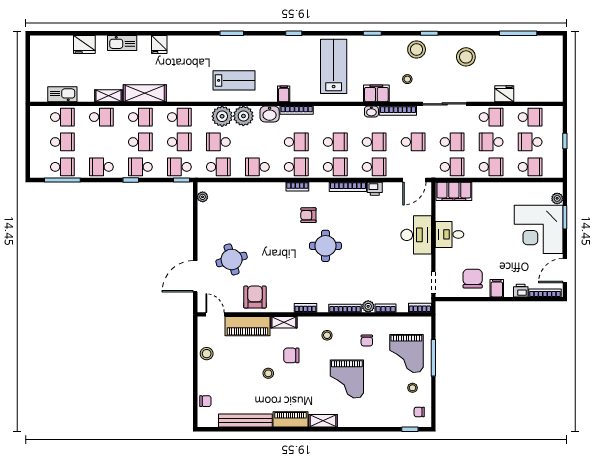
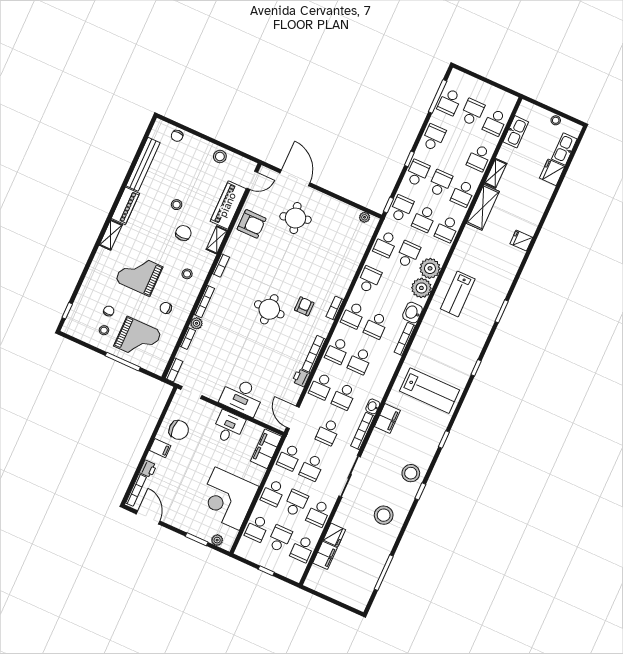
kitchen sink: (122, 43) -> (564, 149), moved
stool: (407, 79) -> (556, 120), moved
filing cabinet: (284, 94) -> (325, 555), moved, width x2.00
school desk: (62, 142) -> (472, 112), turned 180
school desk: (140, 142) -> (440, 183), turned 180
corner desk: (539, 229) -> (227, 499), moved, turned -90
grand piano: (406, 353) -> (138, 339), turned 180
chair: (419, 412) -> (109, 311), moved

